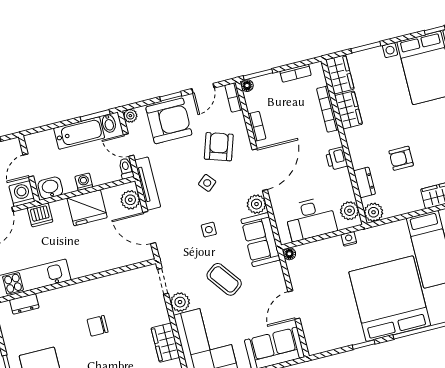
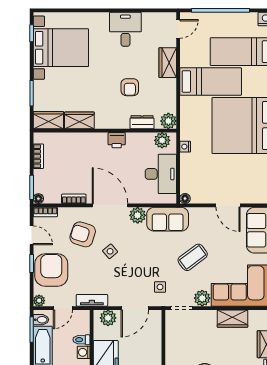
bookcase: (328, 109) -> (74, 137), removed
toilet: (126, 168) -> (81, 340), moved
tv unit: (148, 184) -> (92, 300), width x0.71
side table: (209, 230) -> (160, 287), moved

